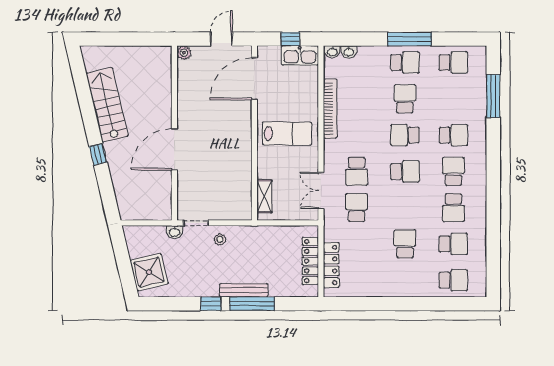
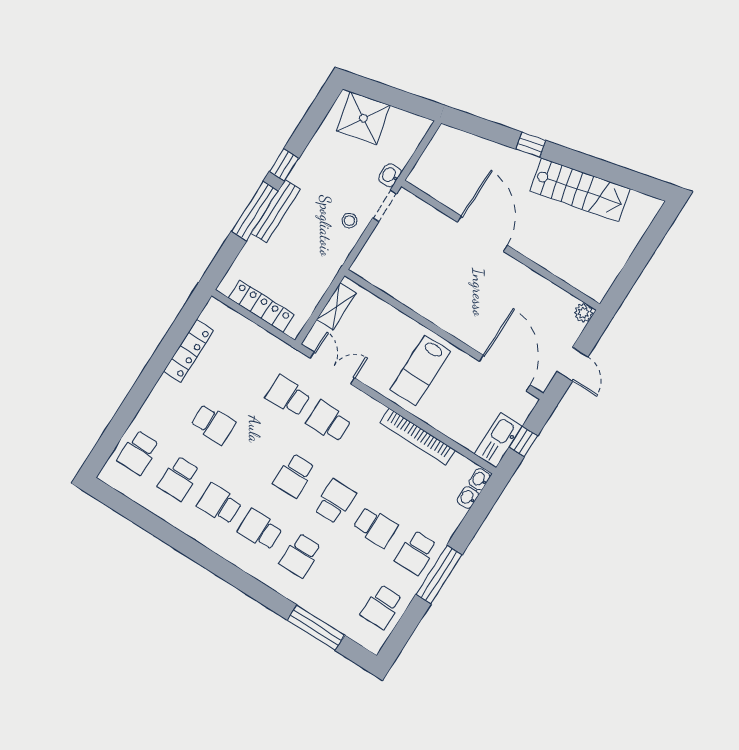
school desk: (453, 171) -> (260, 530), turned 180
shelving: (264, 196) -> (336, 306), moved, turned 90
school desk: (357, 208) -> (288, 396), turned 180
locker: (331, 265) -> (189, 351), moved, turned -90

